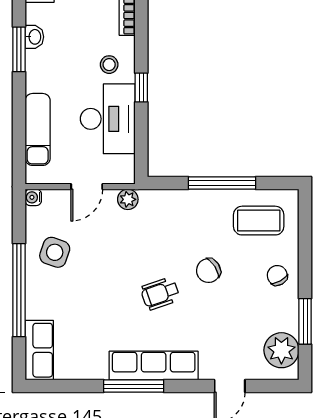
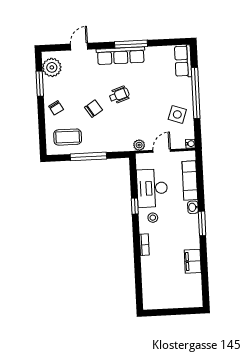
washbasin: (34, 37) -> (193, 207), moved

